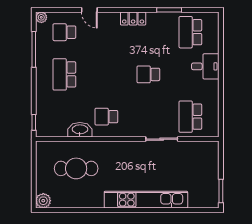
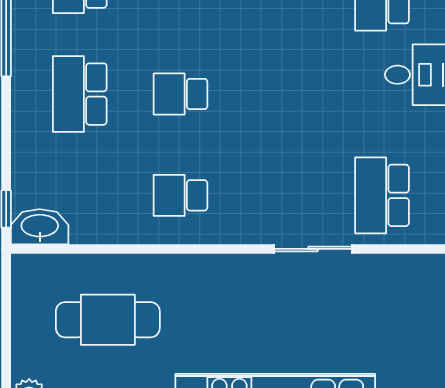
school desk: (148, 74) -> (180, 94), moved
washbasin: (80, 130) -> (40, 227), moved

